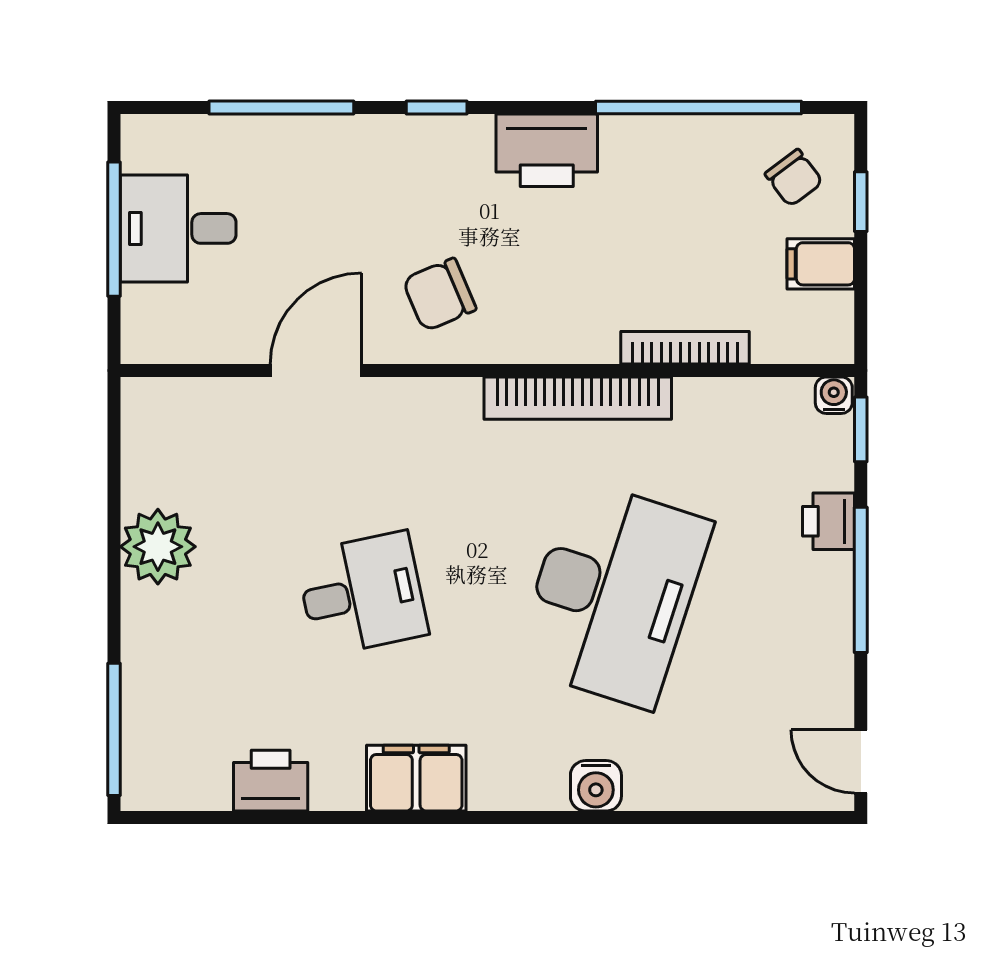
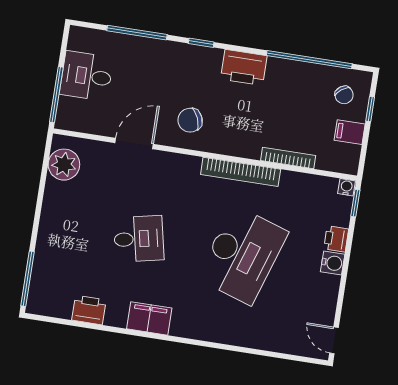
window: (114, 229) -> (56, 95), moved
plant: (158, 547) -> (64, 165), moved
window: (861, 580) -> (346, 265), removed
water cooler: (596, 786) -> (333, 263), moved, turned -90

